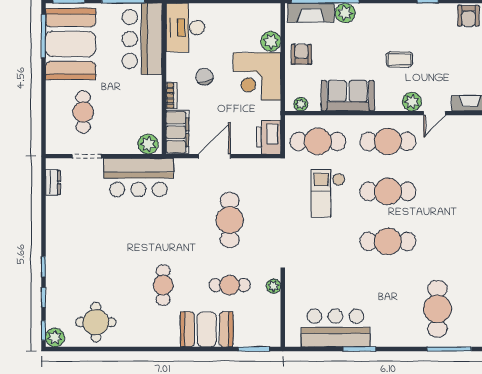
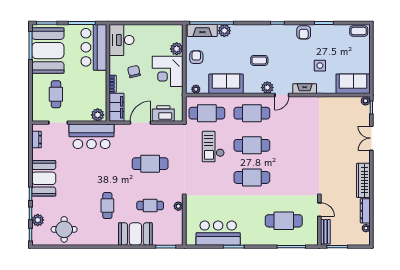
printer: (269, 137) -> (163, 113), moved, turned 90
cafe table: (230, 220) -> (150, 164), turned 90
booth: (64, 243) -> (44, 178), added
cafe table: (437, 309) -> (284, 221), turned 90
plant: (55, 338) -> (38, 220), moved

